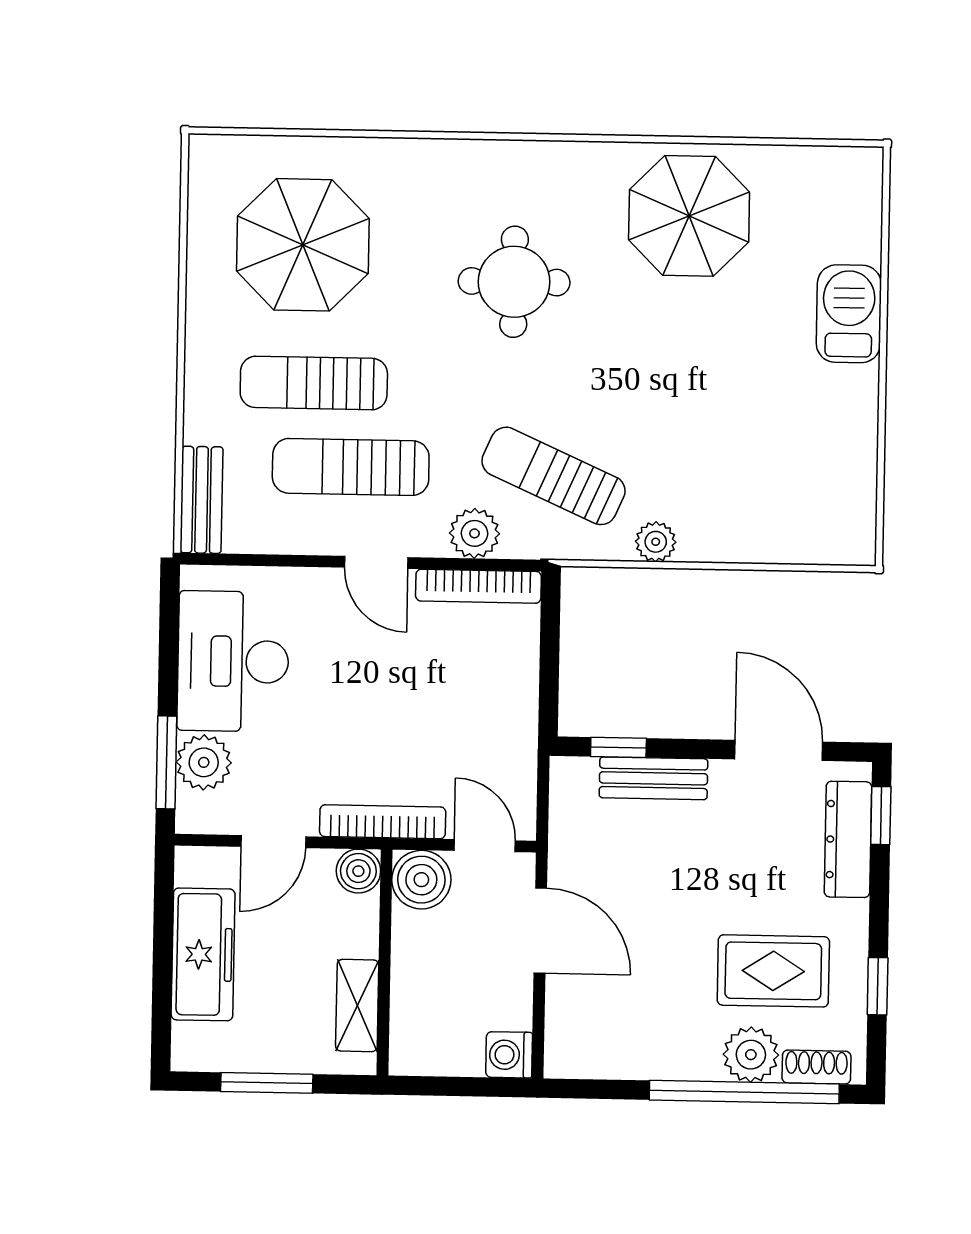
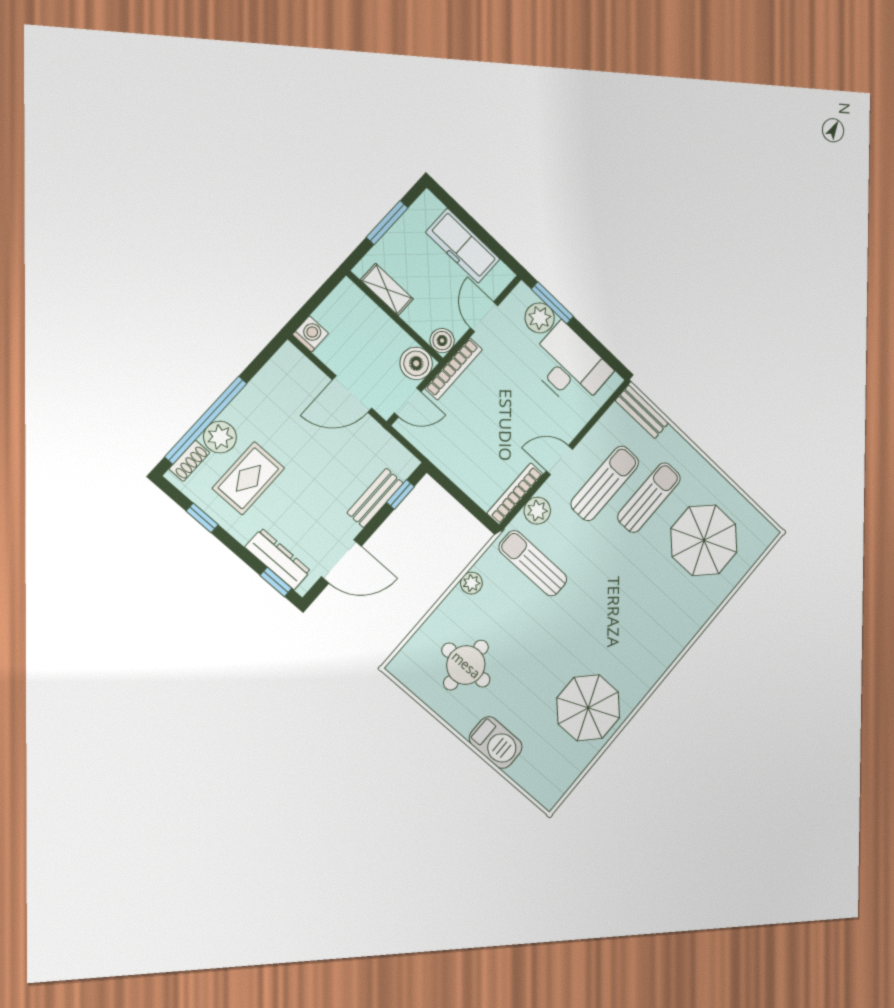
round table: (514, 282) -> (466, 665), moved
sun lounger: (554, 476) -> (533, 563), turned -114

